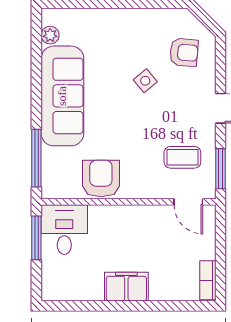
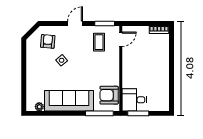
armchair: (101, 178) -> (109, 95), moved
filing cabinet: (126, 287) -> (162, 69), removed

